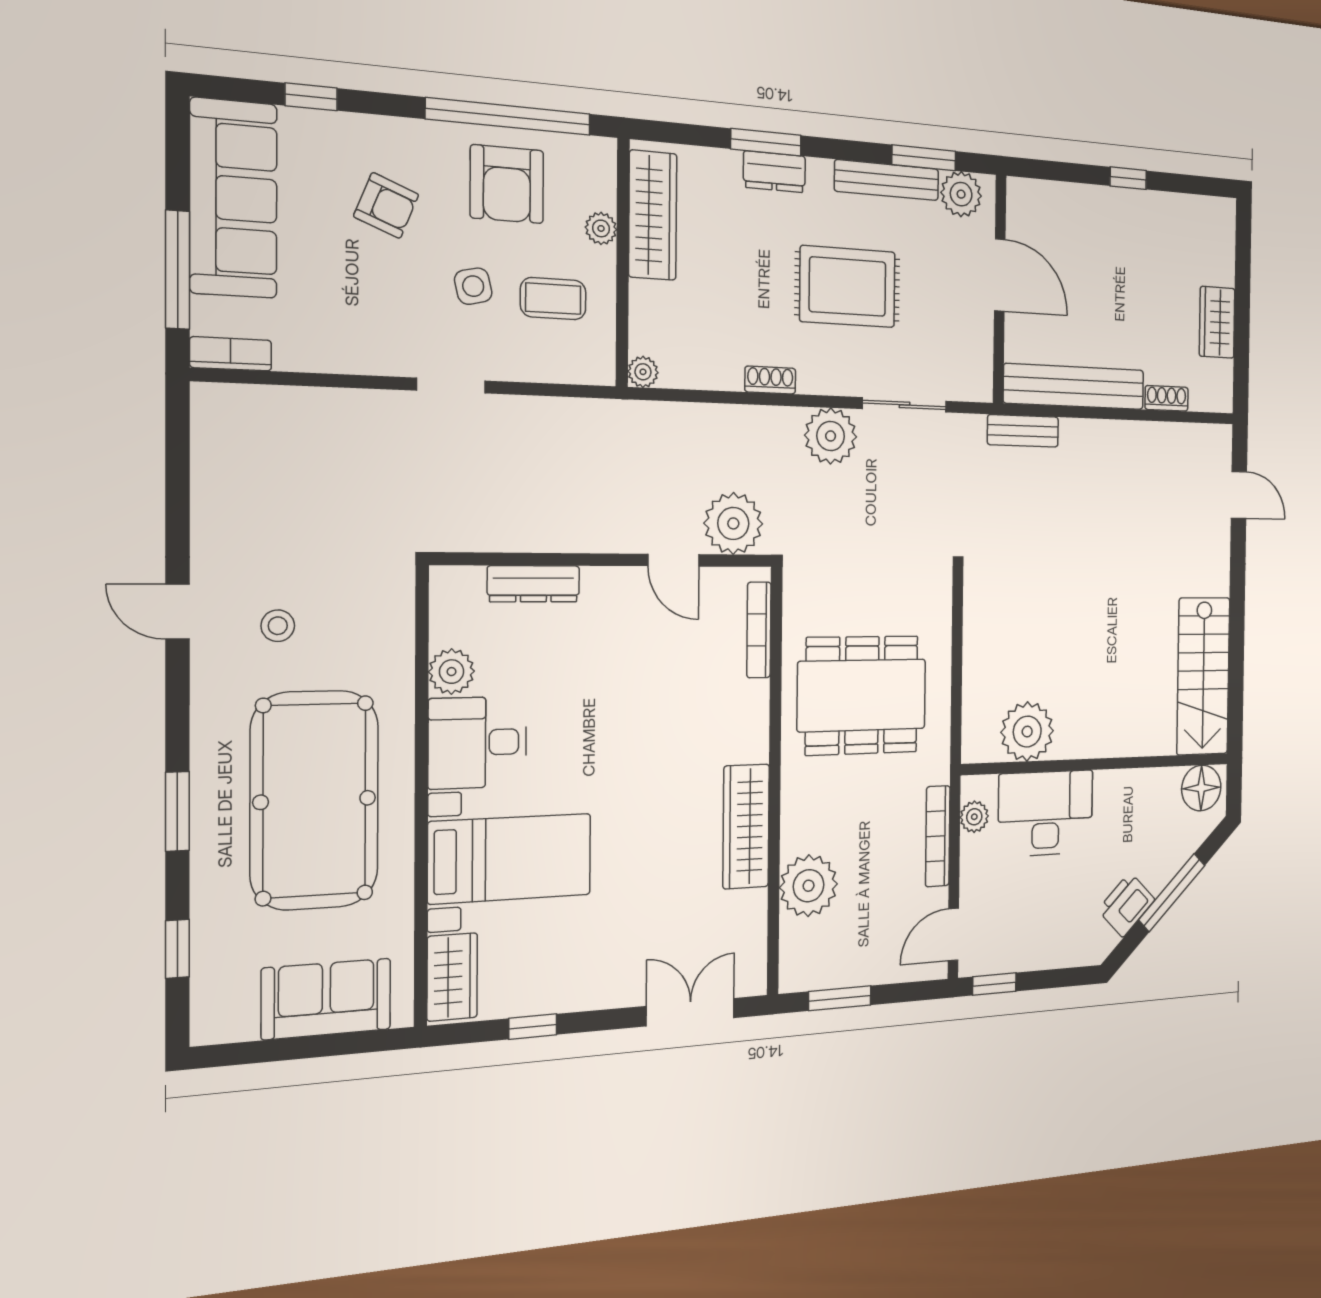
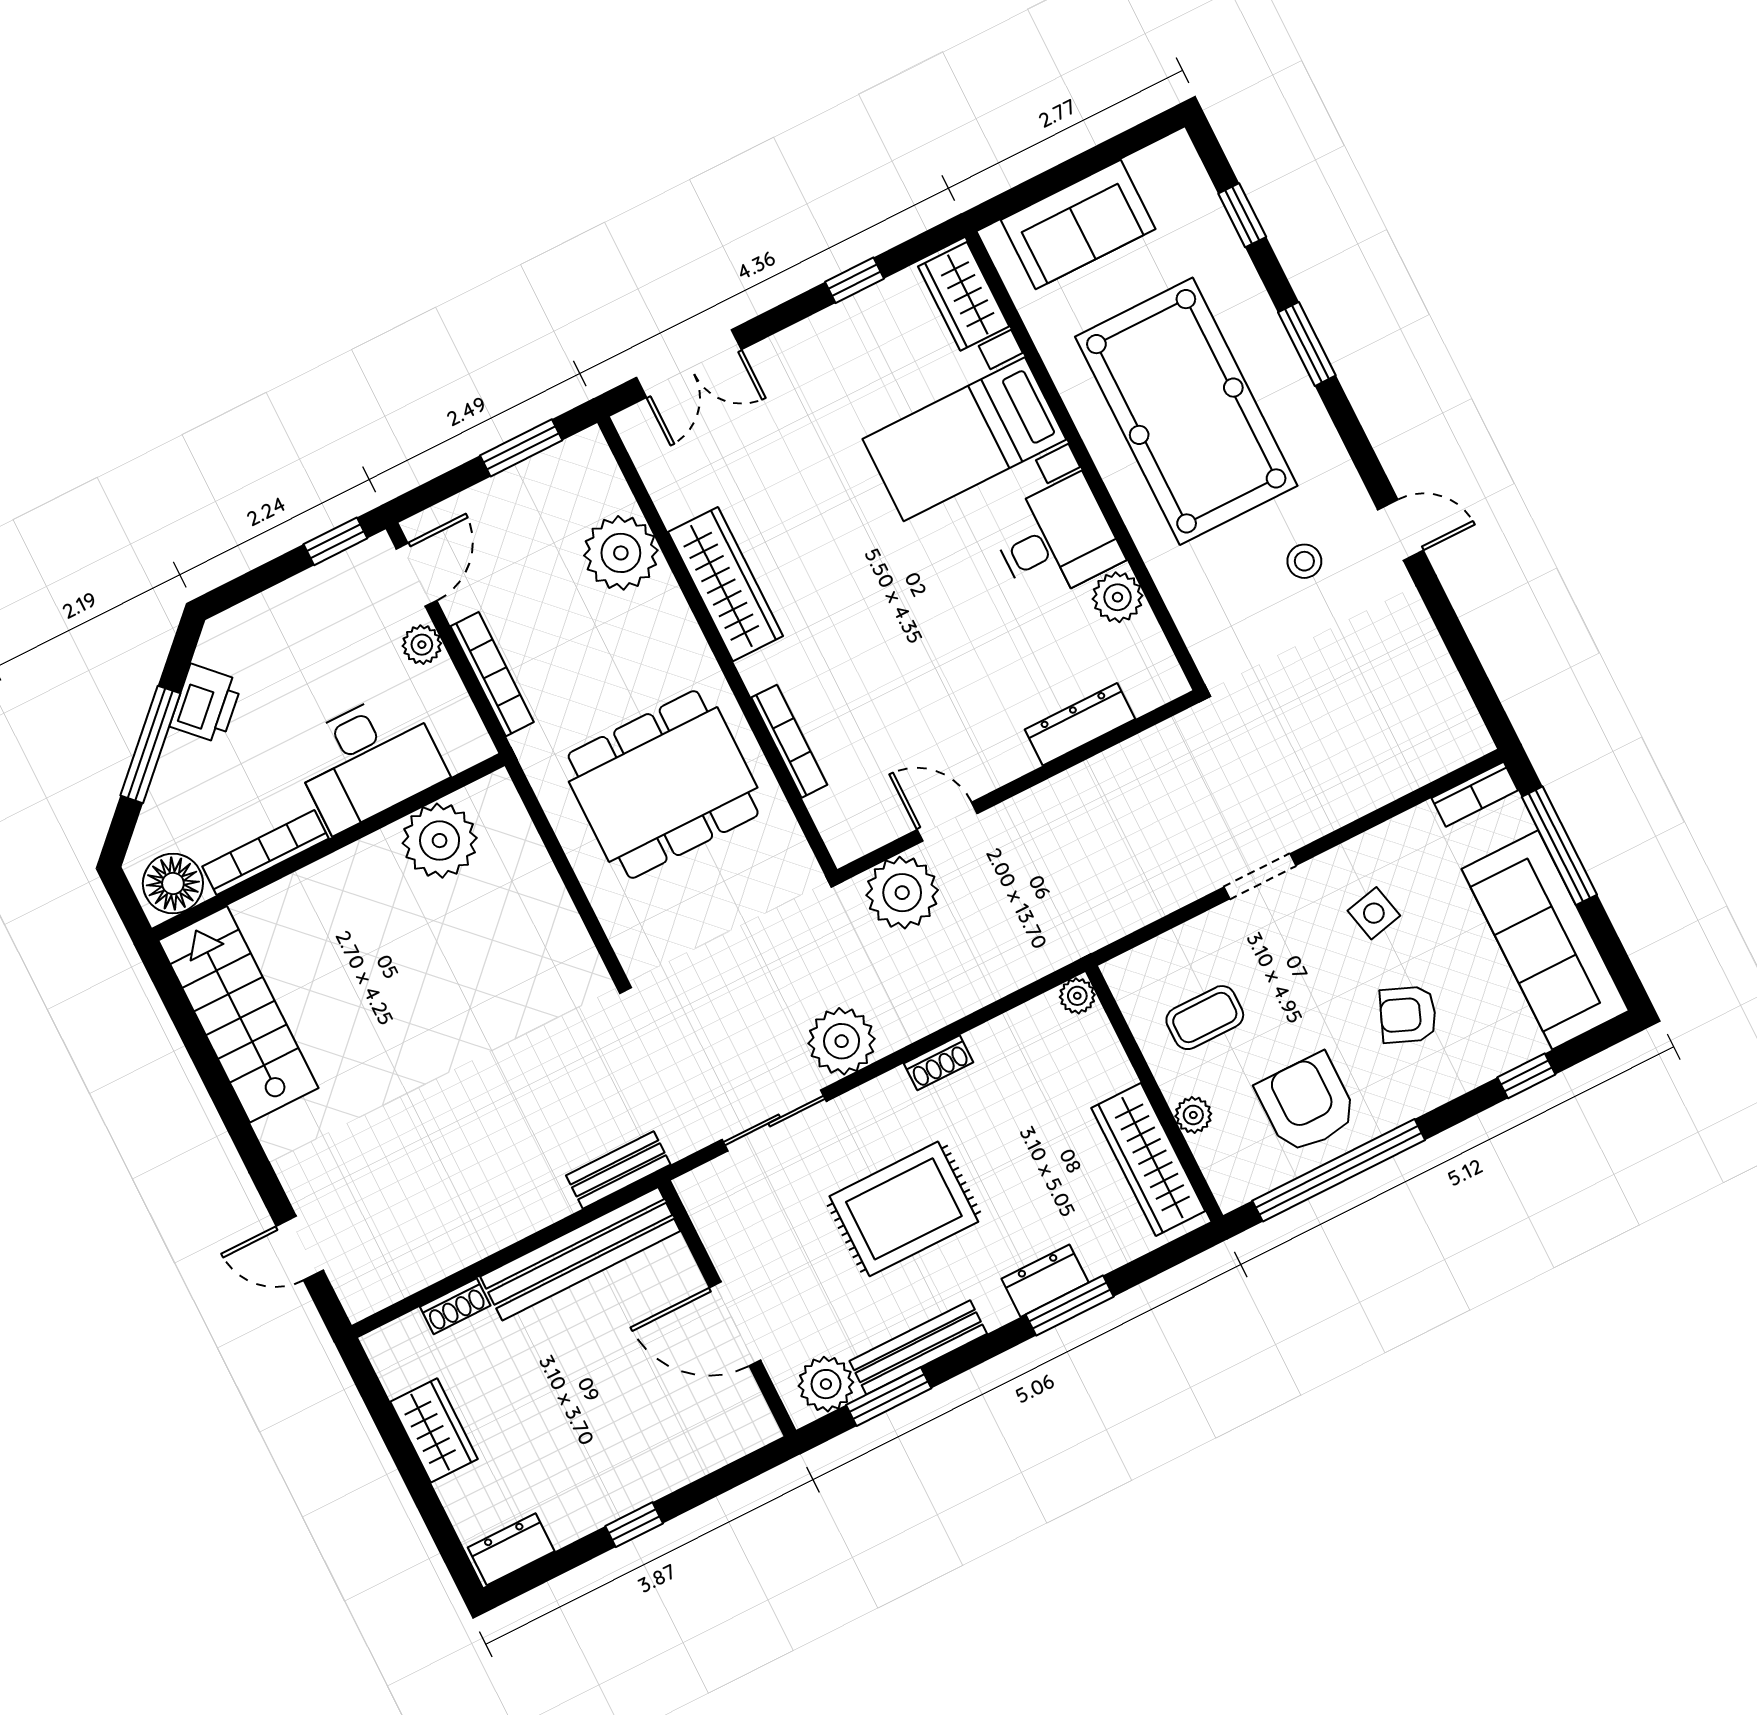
dresser: (1209, 212) -> (511, 1549), added
side table: (473, 286) -> (1374, 913), moved
bookcase: (759, 630) -> (789, 741), moved
bookcase: (1138, 780) -> (266, 852), added
plant: (974, 817) -> (422, 645), moved

